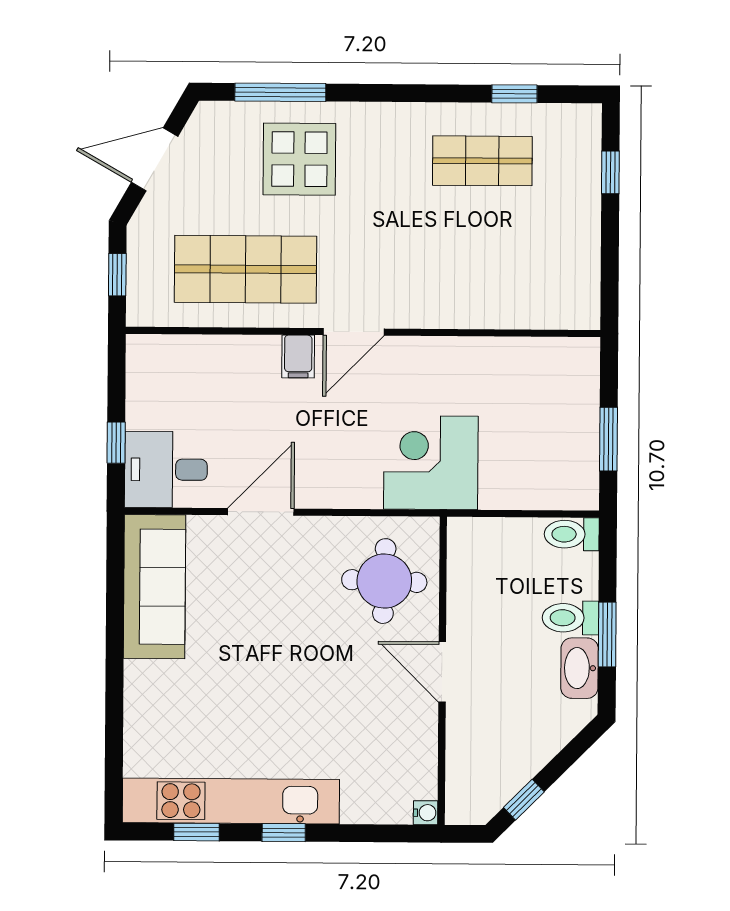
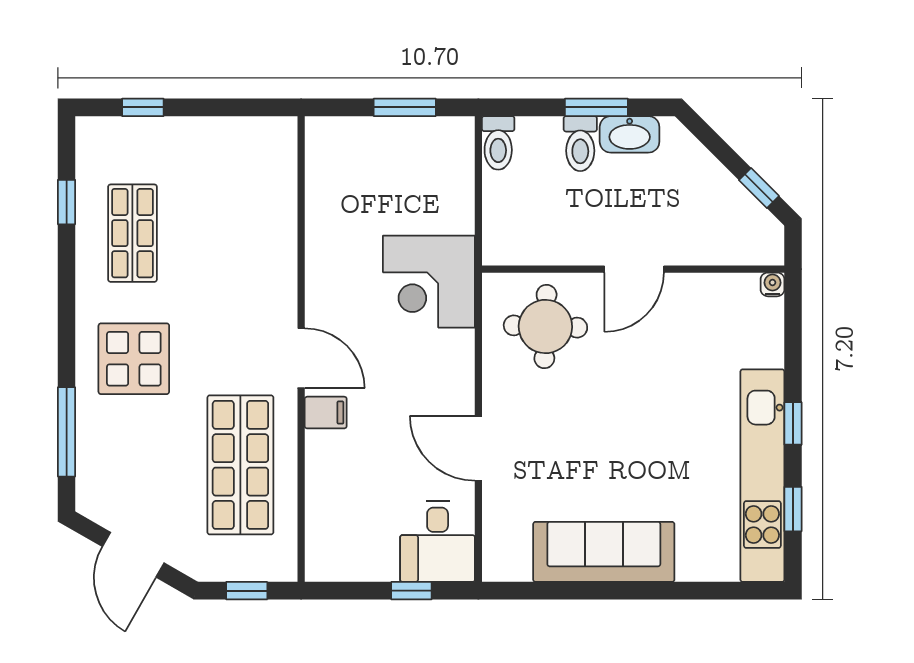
display table: (299, 159) -> (134, 359), moved
sofa: (155, 587) -> (604, 552), moved

